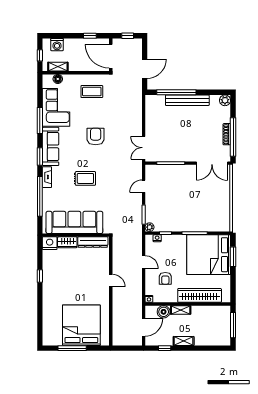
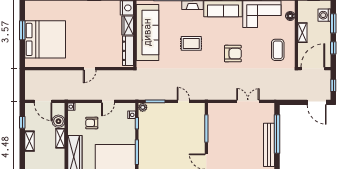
window: (65, 36) -> (333, 23), added
shelving: (58, 67) -> (302, 33), moved
door: (145, 69) -> (317, 102), moved
double door: (144, 148) -> (248, 101), moved
rug: (85, 178) -> (191, 43), turned 90
window: (72, 348) -> (22, 30), width x0.69

